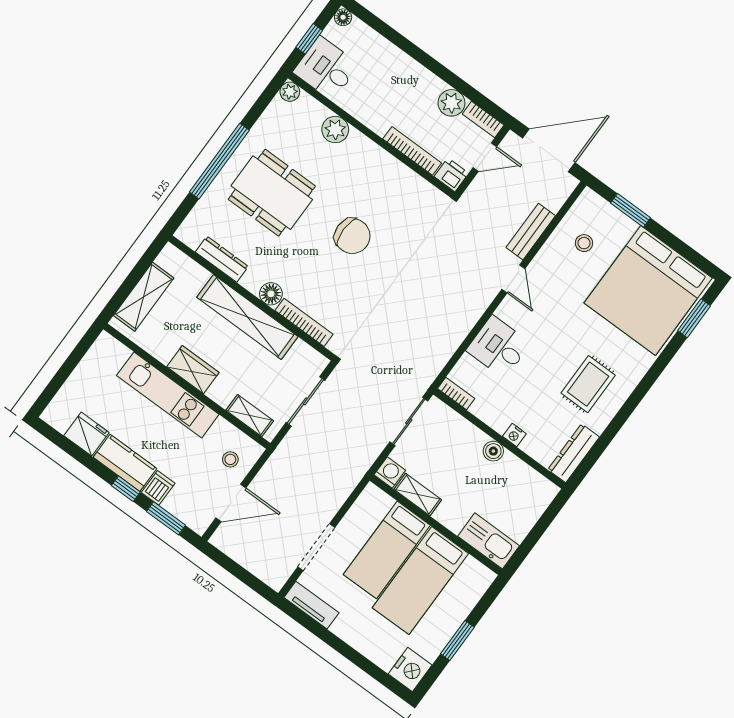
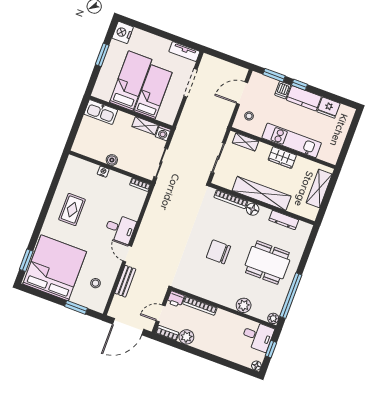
window: (219, 161) -> (291, 296), moved
desk: (498, 347) -> (120, 229), moved
dresser: (574, 453) -> (69, 171), removed

